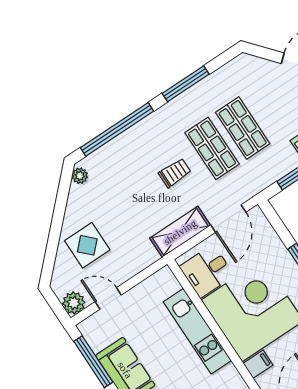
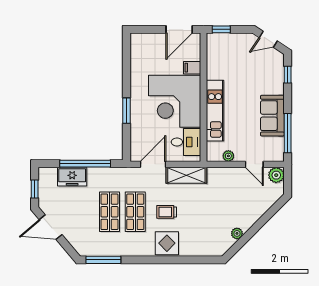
window: (186, 84) -> (103, 260), moved
window: (117, 129) -> (183, 260), removed
plant: (80, 176) -> (237, 233), moved
display table: (87, 245) -> (167, 243), moved
plant: (146, 288) -> (228, 156), added

